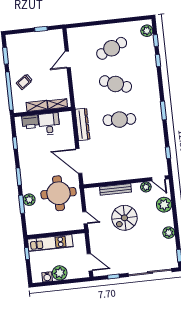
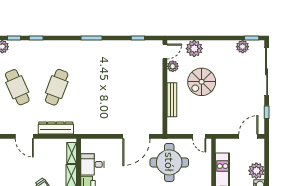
cafe table: (119, 120) -> (96, 87), removed
dresser: (83, 124) -> (56, 128), moved
door: (85, 218) -> (199, 136), swing flipped
spiral stairs: (124, 218) -> (202, 82), moved, turned 90
plant: (169, 233) -> (243, 47), moved

